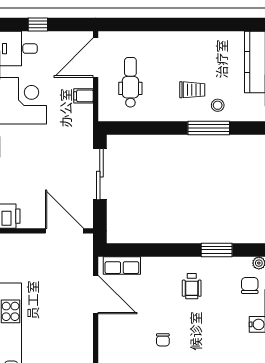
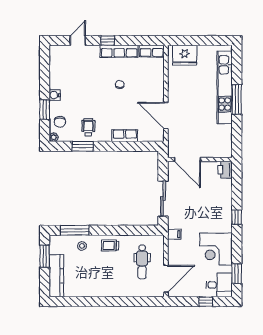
trolley: (192, 90) -> (110, 246), moved
filing cabinet: (84, 96) -> (174, 234), moved
window: (209, 128) -> (75, 230), moved
row of seats: (122, 266) -> (125, 136), moved
wheelchair: (192, 286) -> (88, 127), moved

